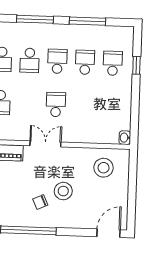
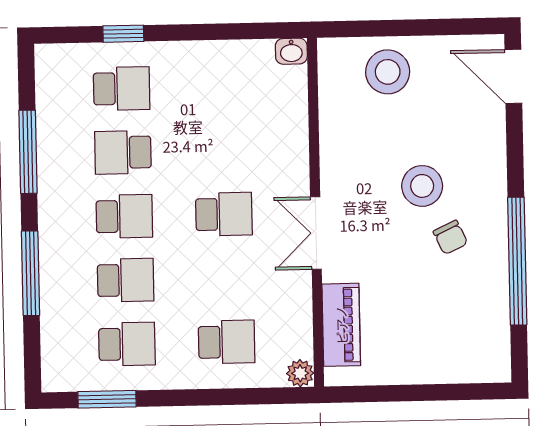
school desk: (57, 61) -> (124, 216), turned 180
school desk: (113, 63) -> (122, 89), turned 180
school desk: (56, 104) -> (224, 214), turned 180
stool: (104, 168) -> (388, 72), moved

